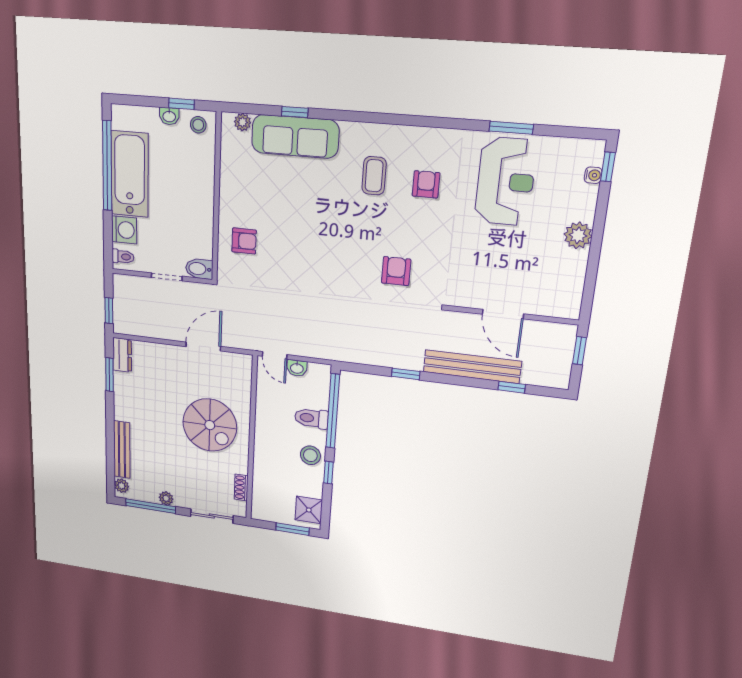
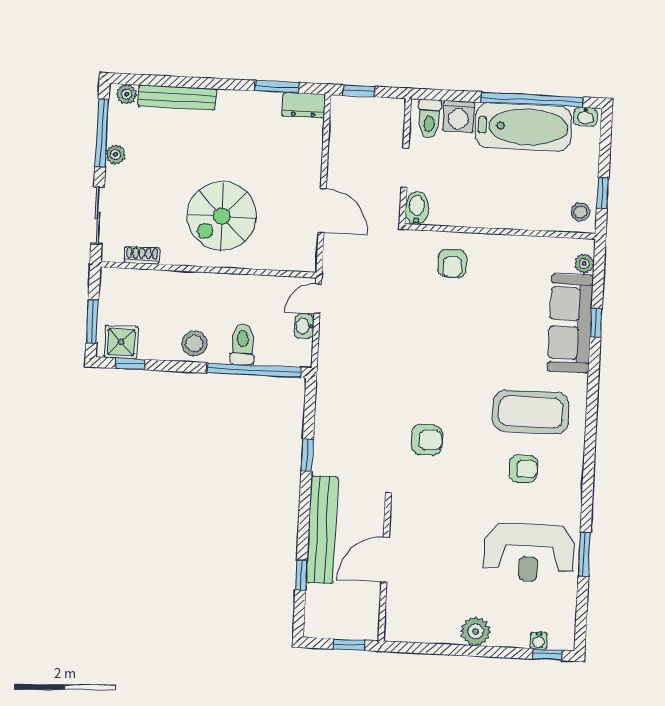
washbasin: (169, 116) -> (585, 117), moved, turned -90
coffee table: (374, 176) -> (531, 412), width x1.86, depth x1.72
toilet: (123, 257) -> (429, 118), width x1.37, depth x1.39
window: (328, 473) -> (130, 364), moved

